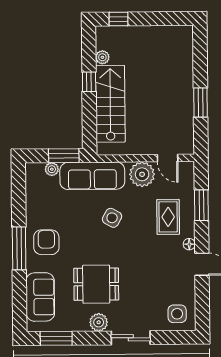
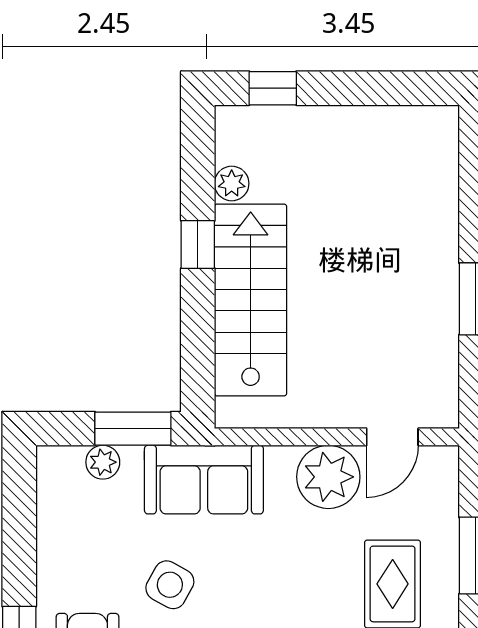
door: (168, 158) -> (392, 437), hinge flipped
sofa: (92, 176) -> (204, 480), width x0.73
side table: (112, 218) -> (170, 585), moved

